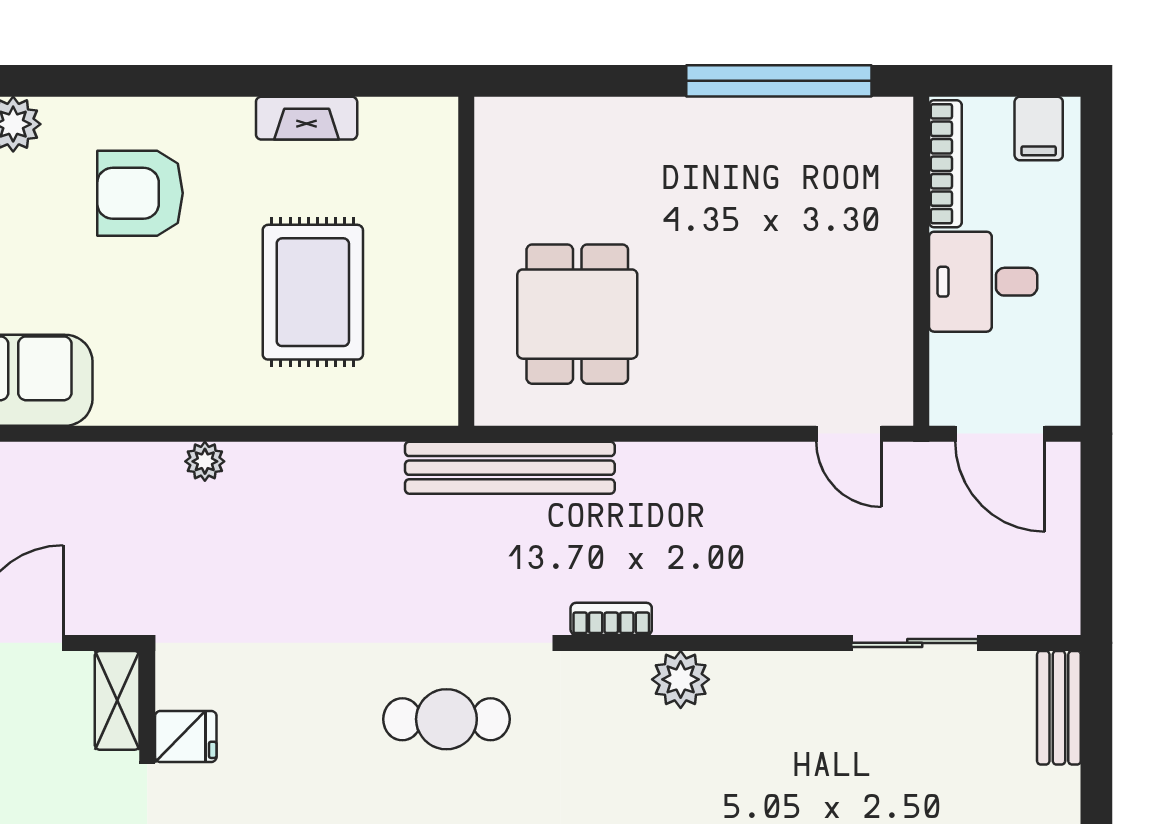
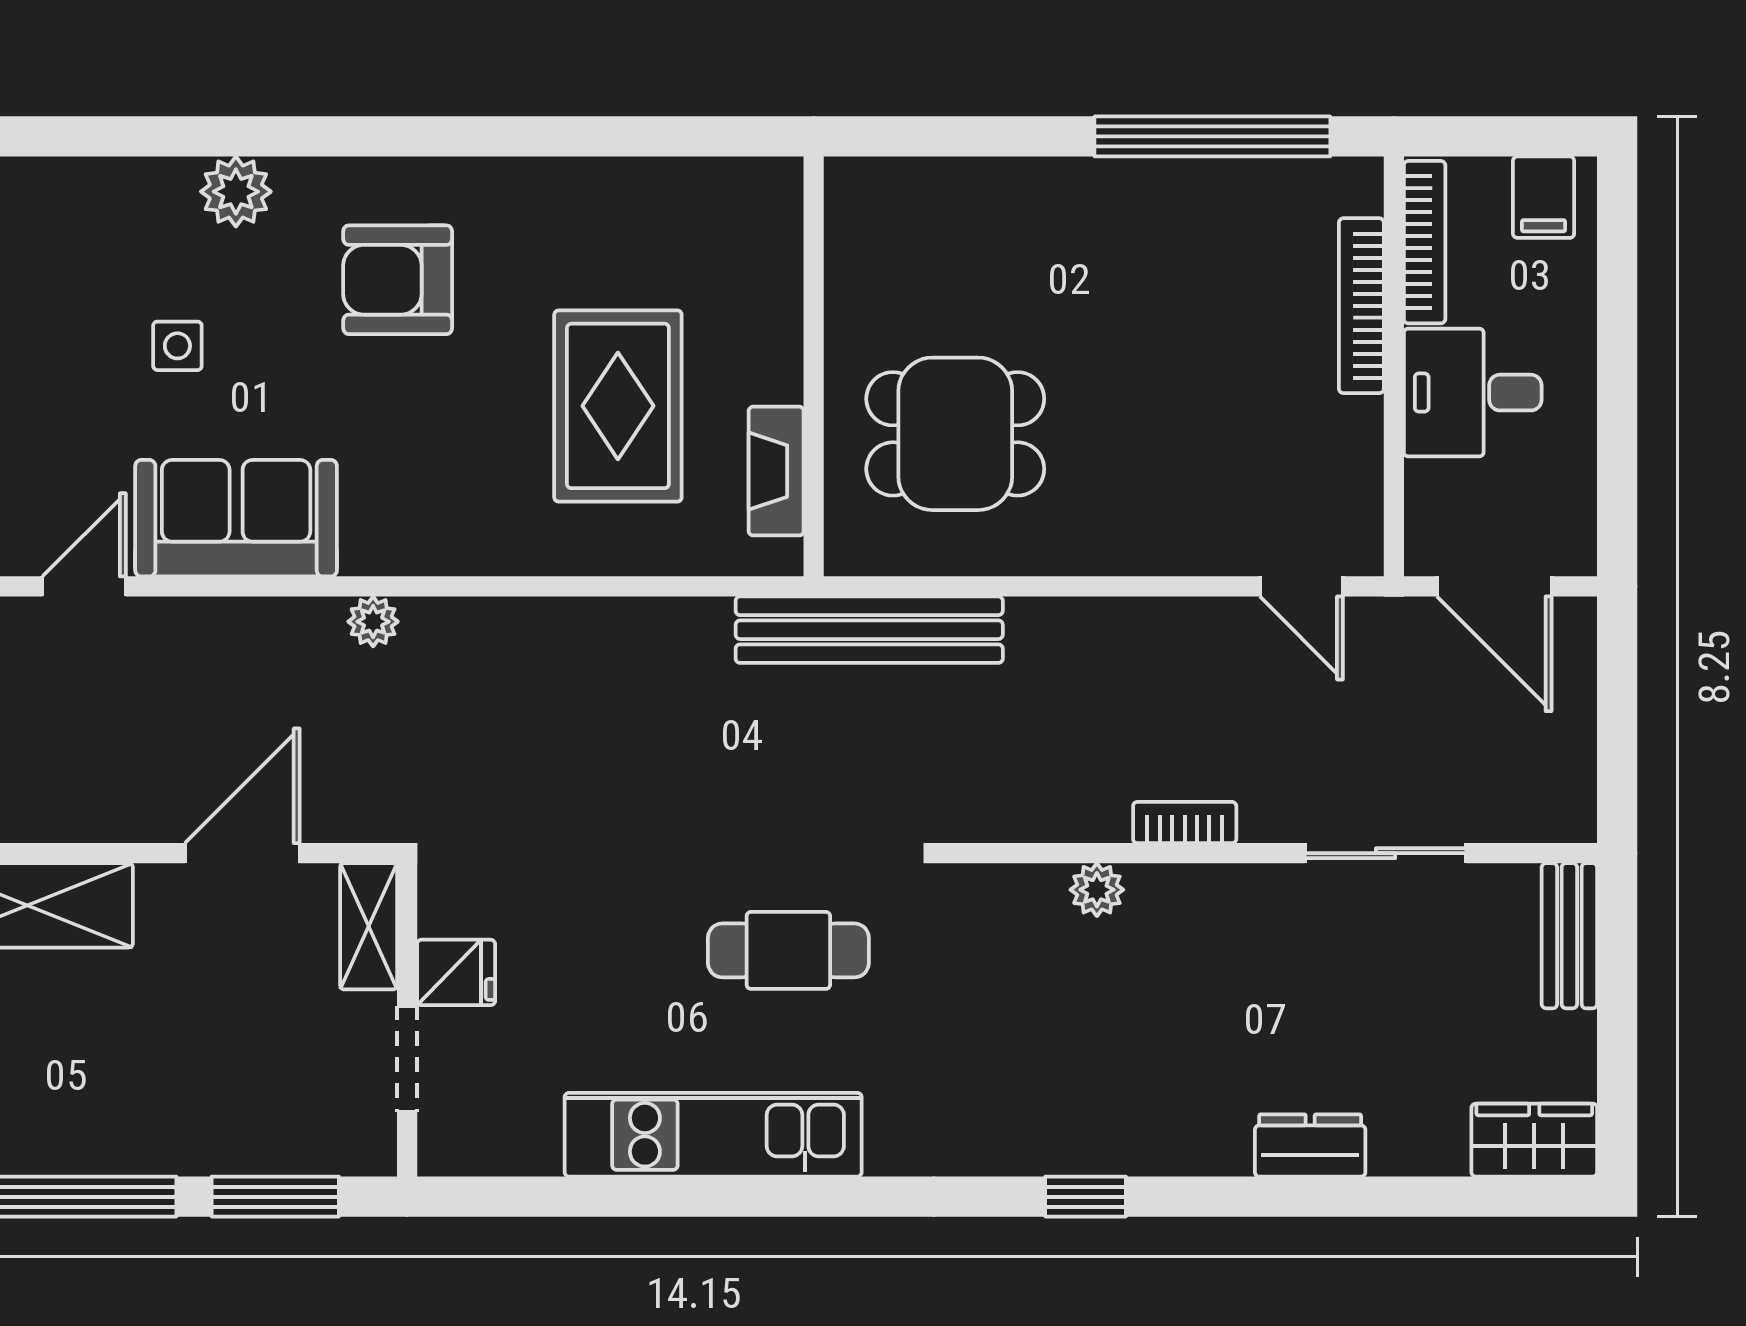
fireplace: (307, 118) -> (776, 471), moved, turned 90
bookcase: (896, 214) -> (1361, 306), added
dining table: (577, 314) -> (955, 434), turned 90
plant: (205, 461) -> (373, 622), moved
bookcase: (611, 619) -> (1185, 823), moved
plant: (681, 679) -> (1097, 890), width x0.73, depth x0.73

